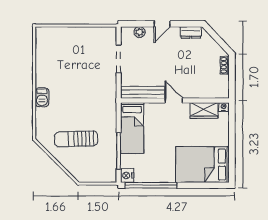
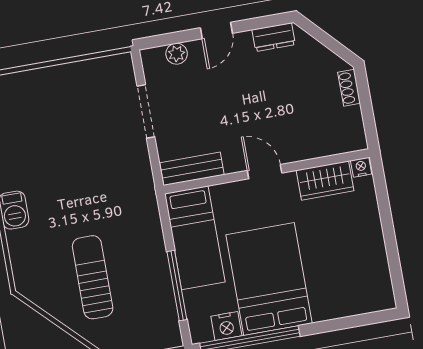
bench: (143, 92) -> (192, 169), width x0.73
sun lounger: (76, 139) -> (93, 277), turned 92
bed: (202, 165) -> (269, 279), moved, turned 90
nightstand: (127, 175) -> (226, 326), moved, turned -90

